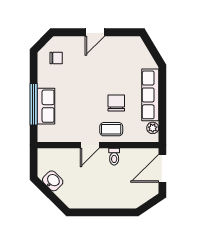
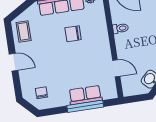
coffee table: (111, 129) -> (24, 31), moved
door: (90, 145) -> (116, 68), moved

